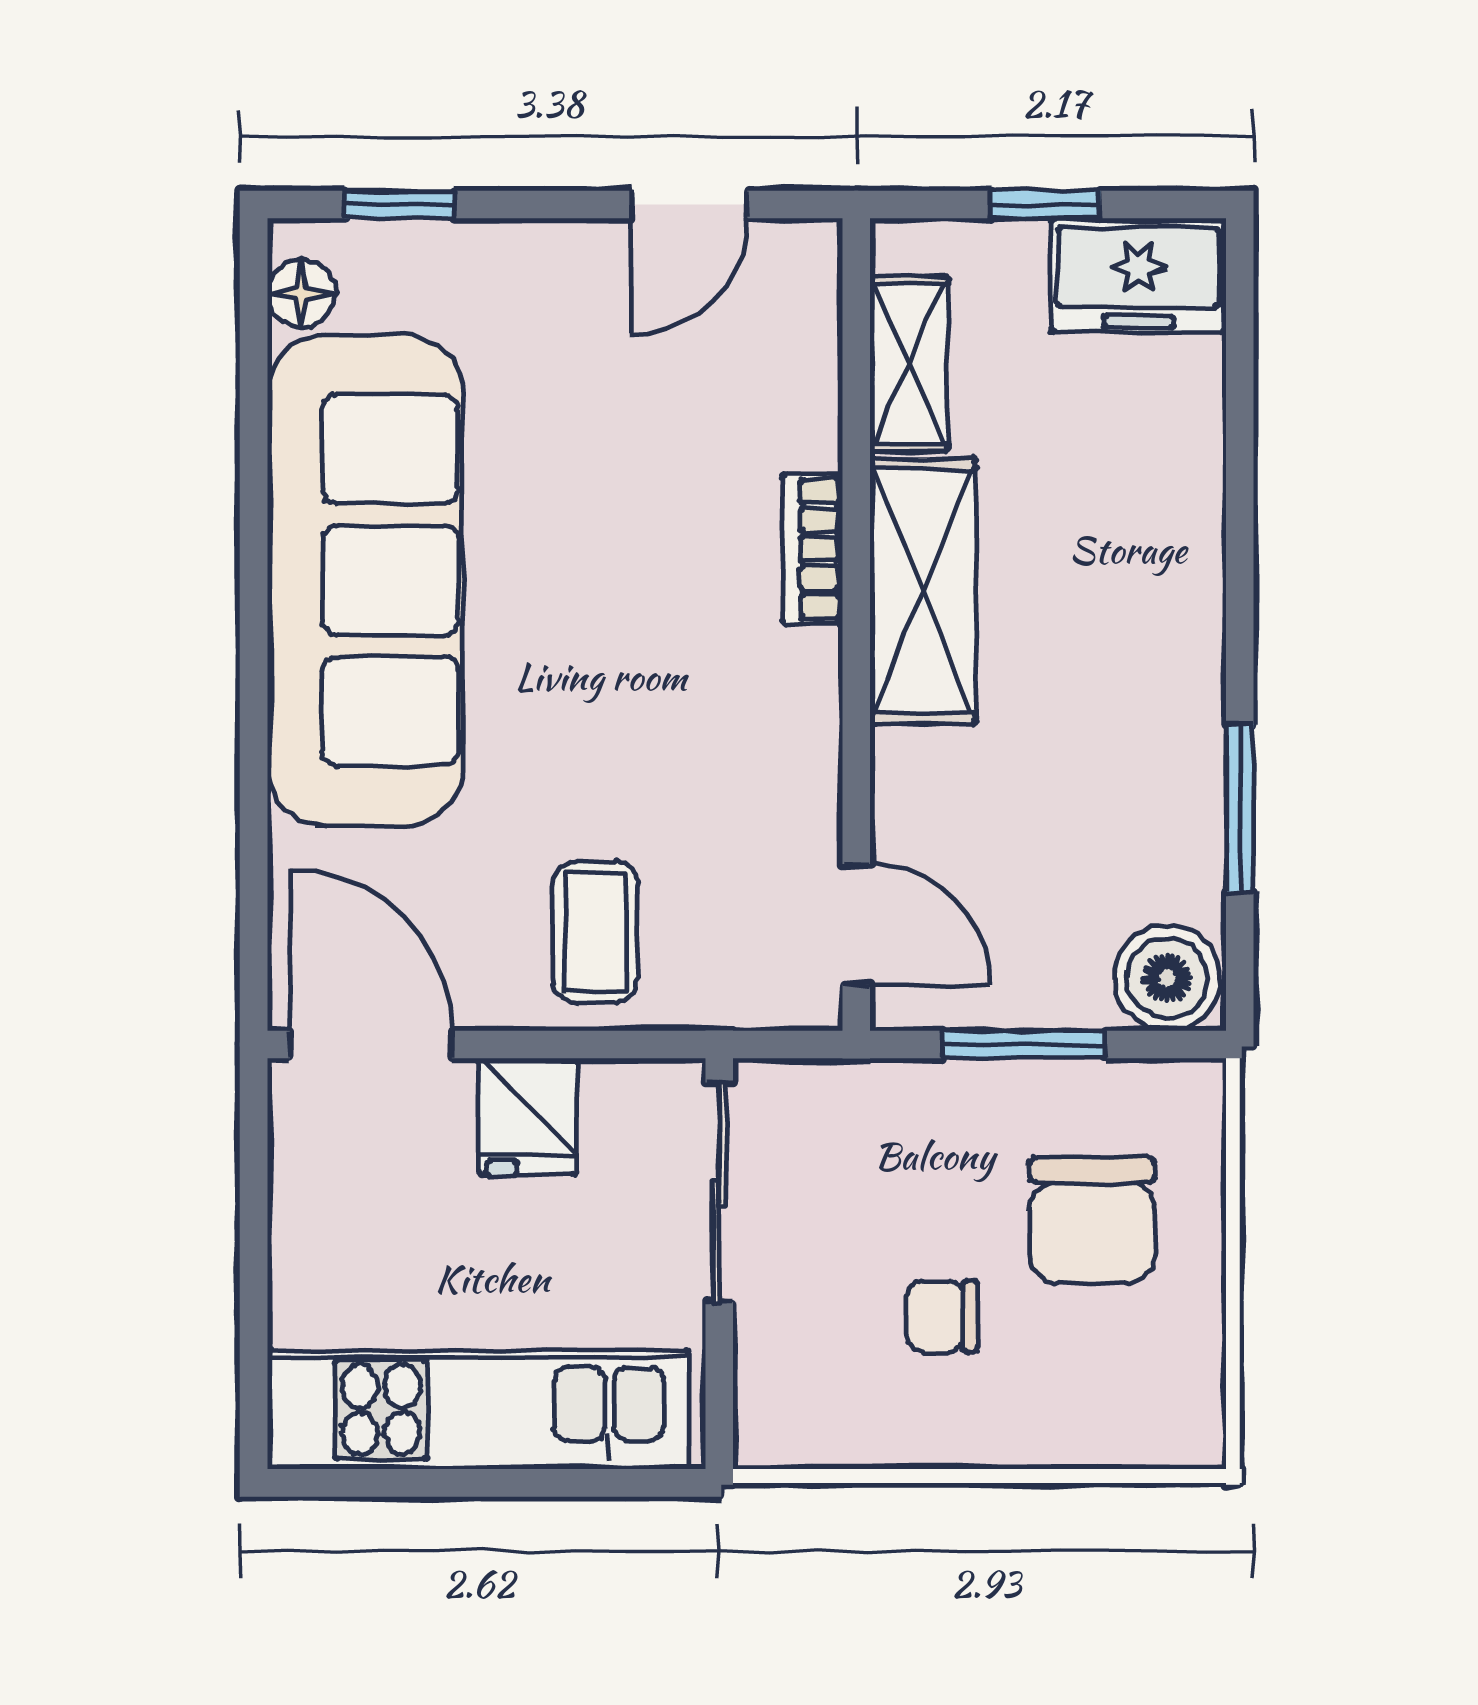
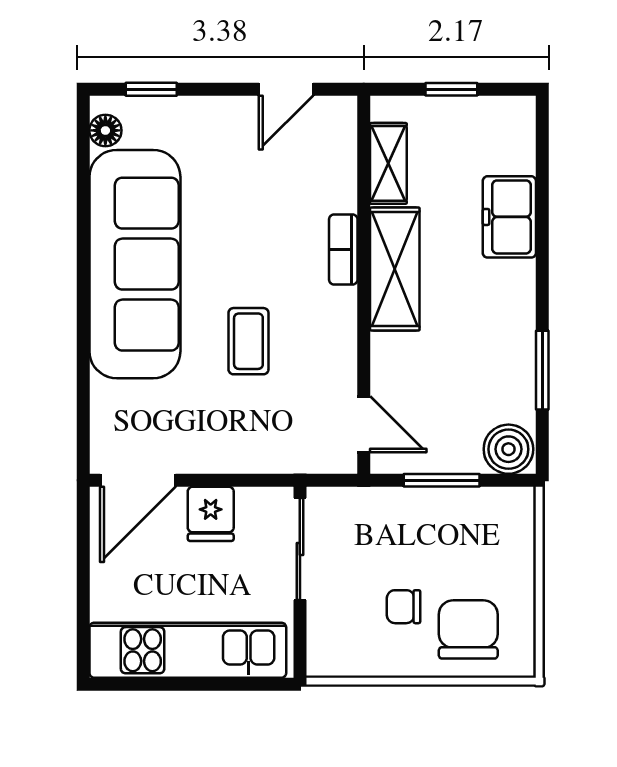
freezer: (1138, 275) -> (509, 217), moved, turned 90
coffee table: (596, 932) -> (248, 341), moved
door: (371, 1045) -> (138, 480), swing flipped
chair: (1092, 1221) -> (468, 629), moved, turned 180

